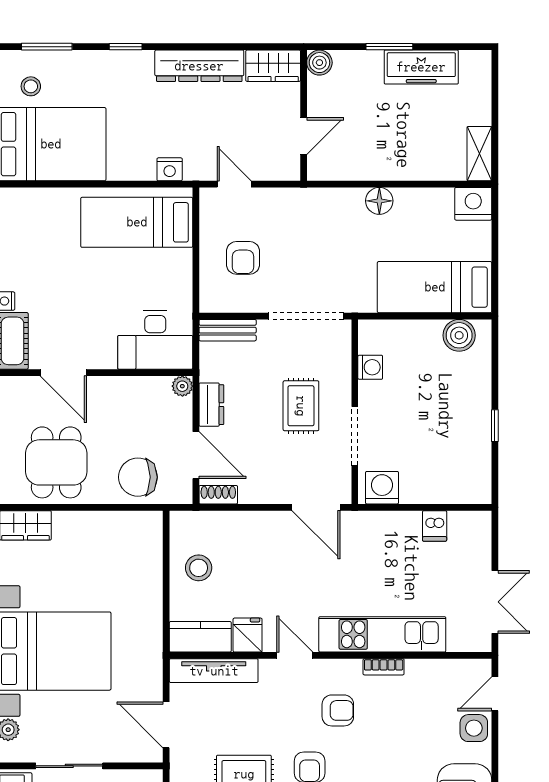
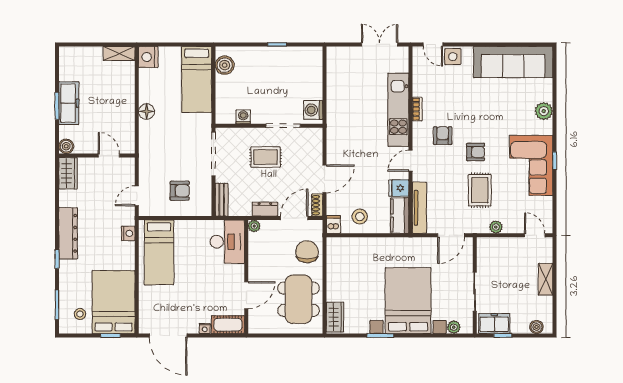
dresser: (199, 66) -> (68, 233), moved
freezer: (421, 67) -> (69, 103), moved
dining table: (56, 462) -> (298, 299), width x1.38
chair: (138, 477) -> (307, 252), turned 180
door: (316, 507) -> (325, 179), moved
dishwasher: (435, 526) -> (333, 224), moved, turned -90

